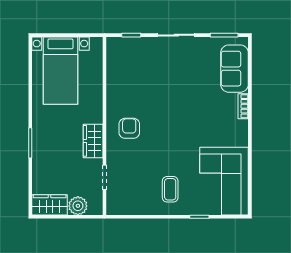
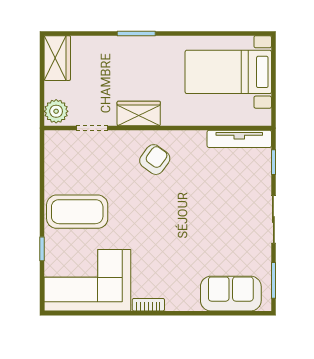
tv unit: (113, 62) -> (239, 139), added
bookcase: (243, 106) -> (148, 305), moved
armchair: (129, 128) -> (155, 160), turned -54
coffee table: (170, 189) -> (77, 212), width x1.86, depth x1.72
plant: (78, 206) -> (56, 111), moved

